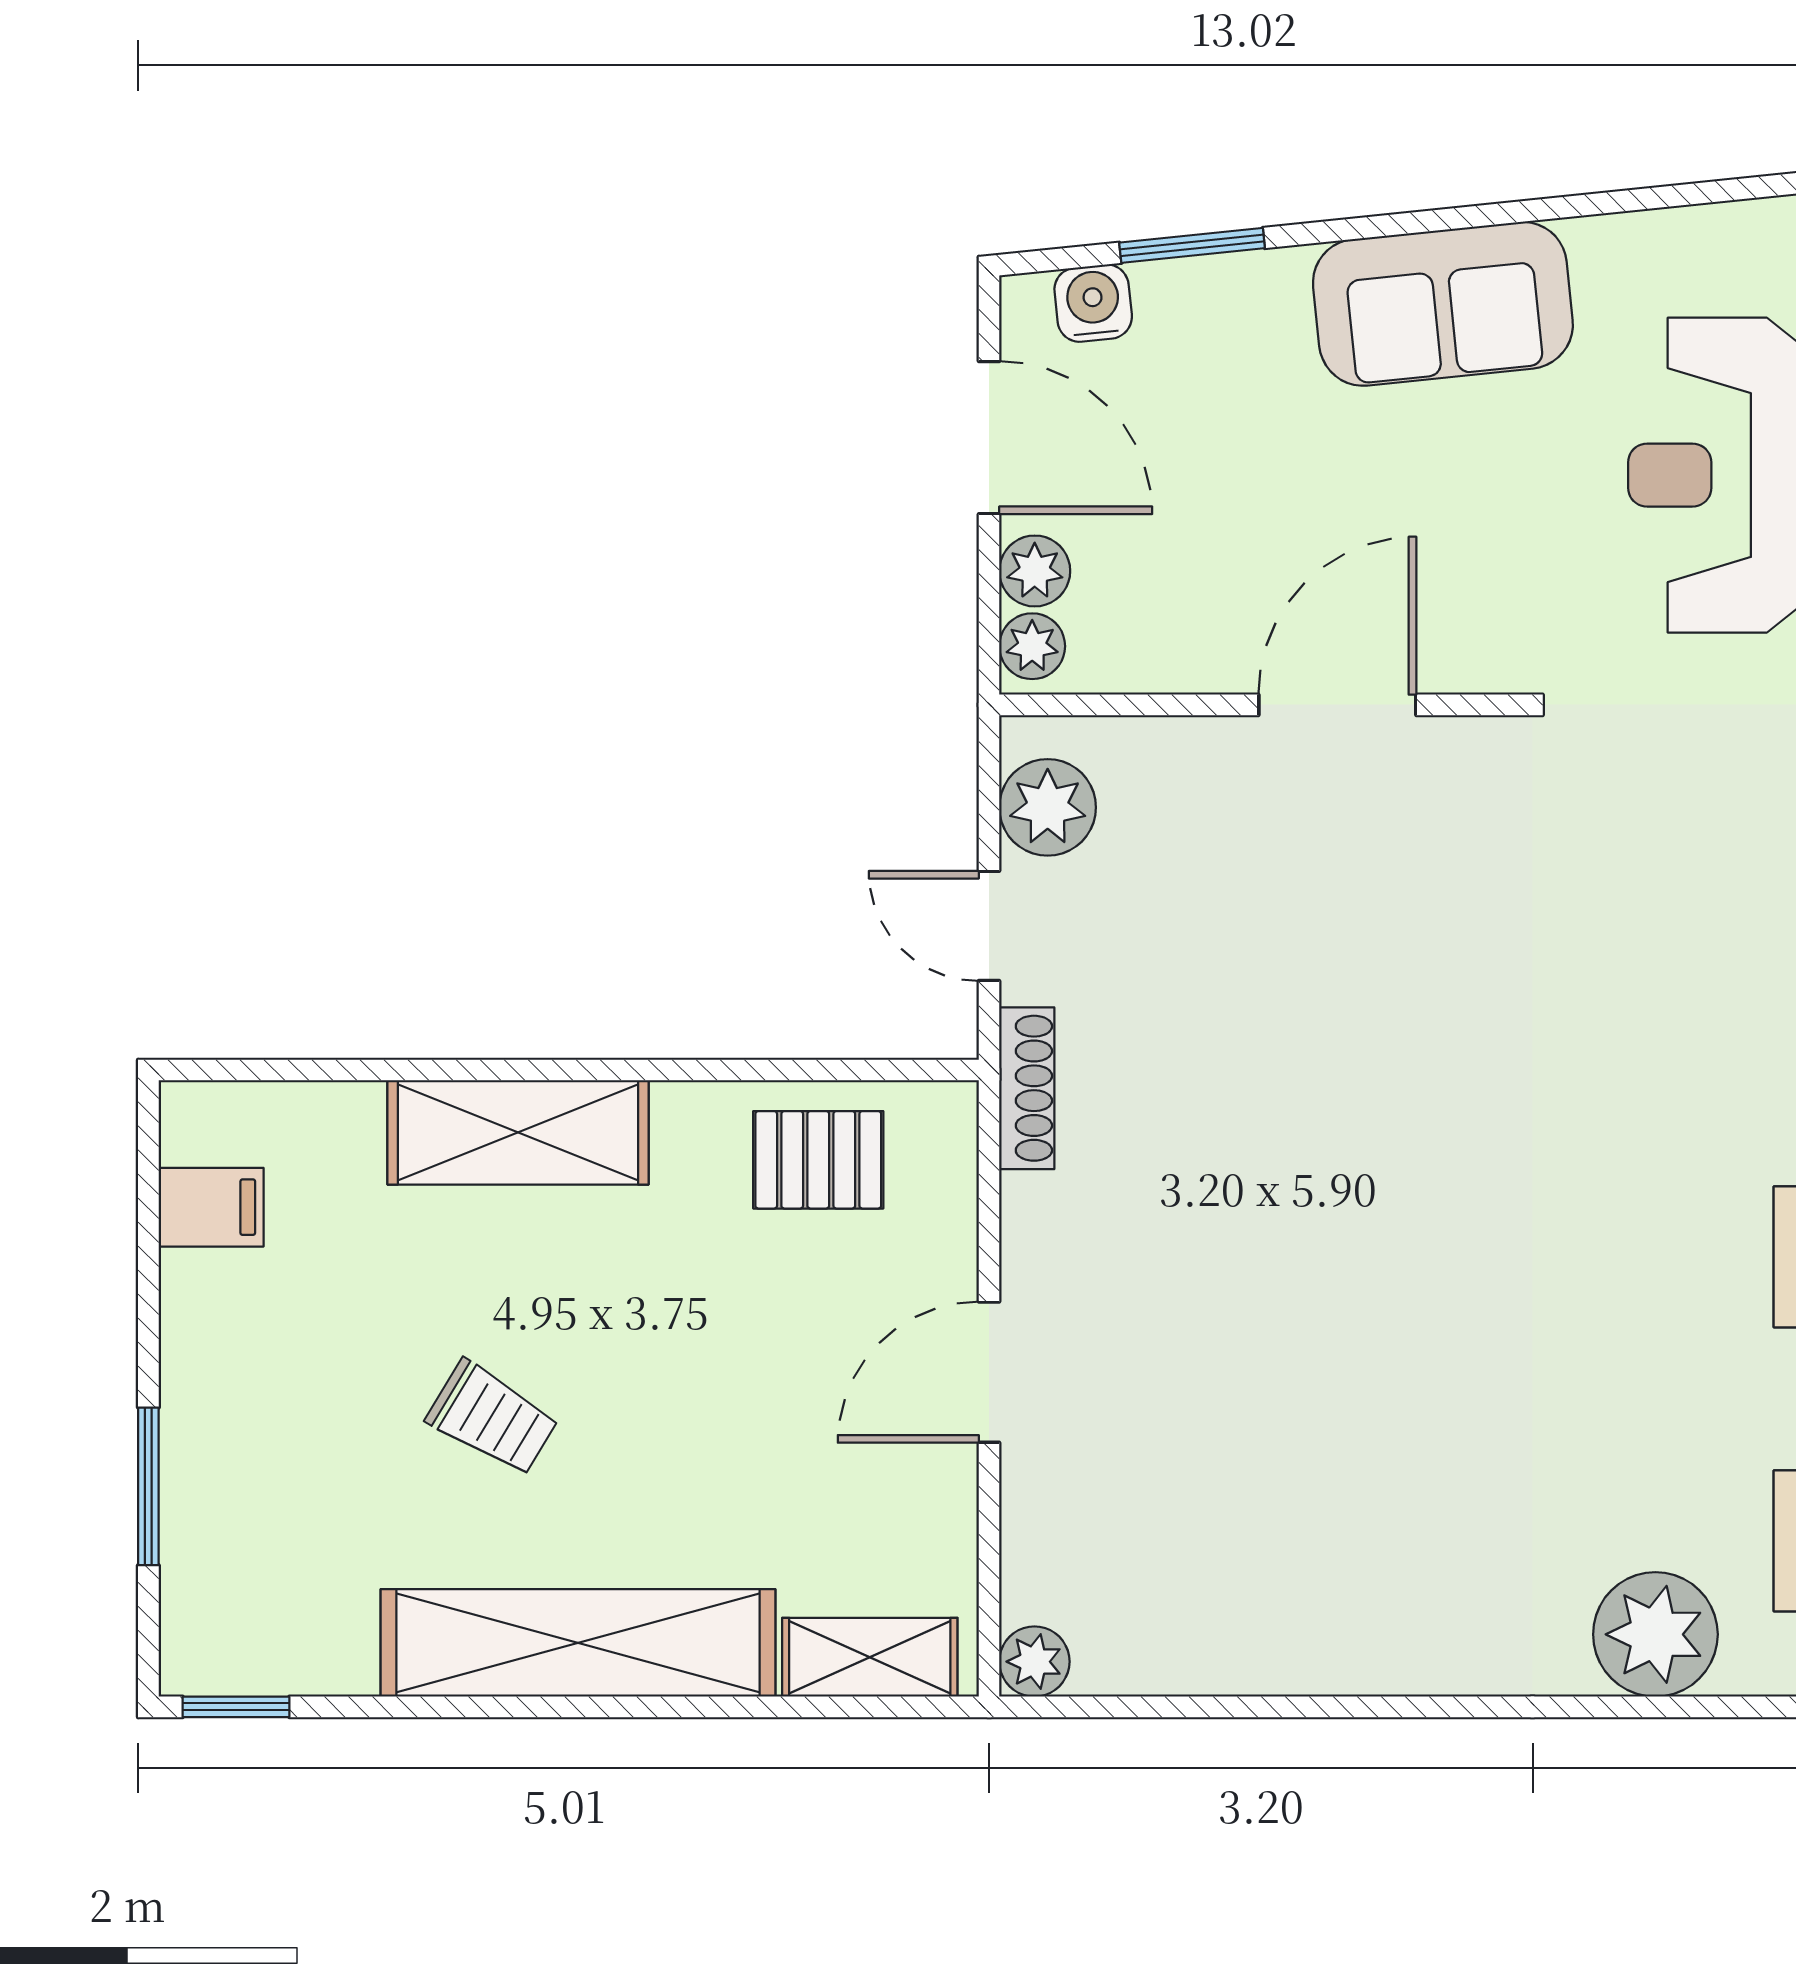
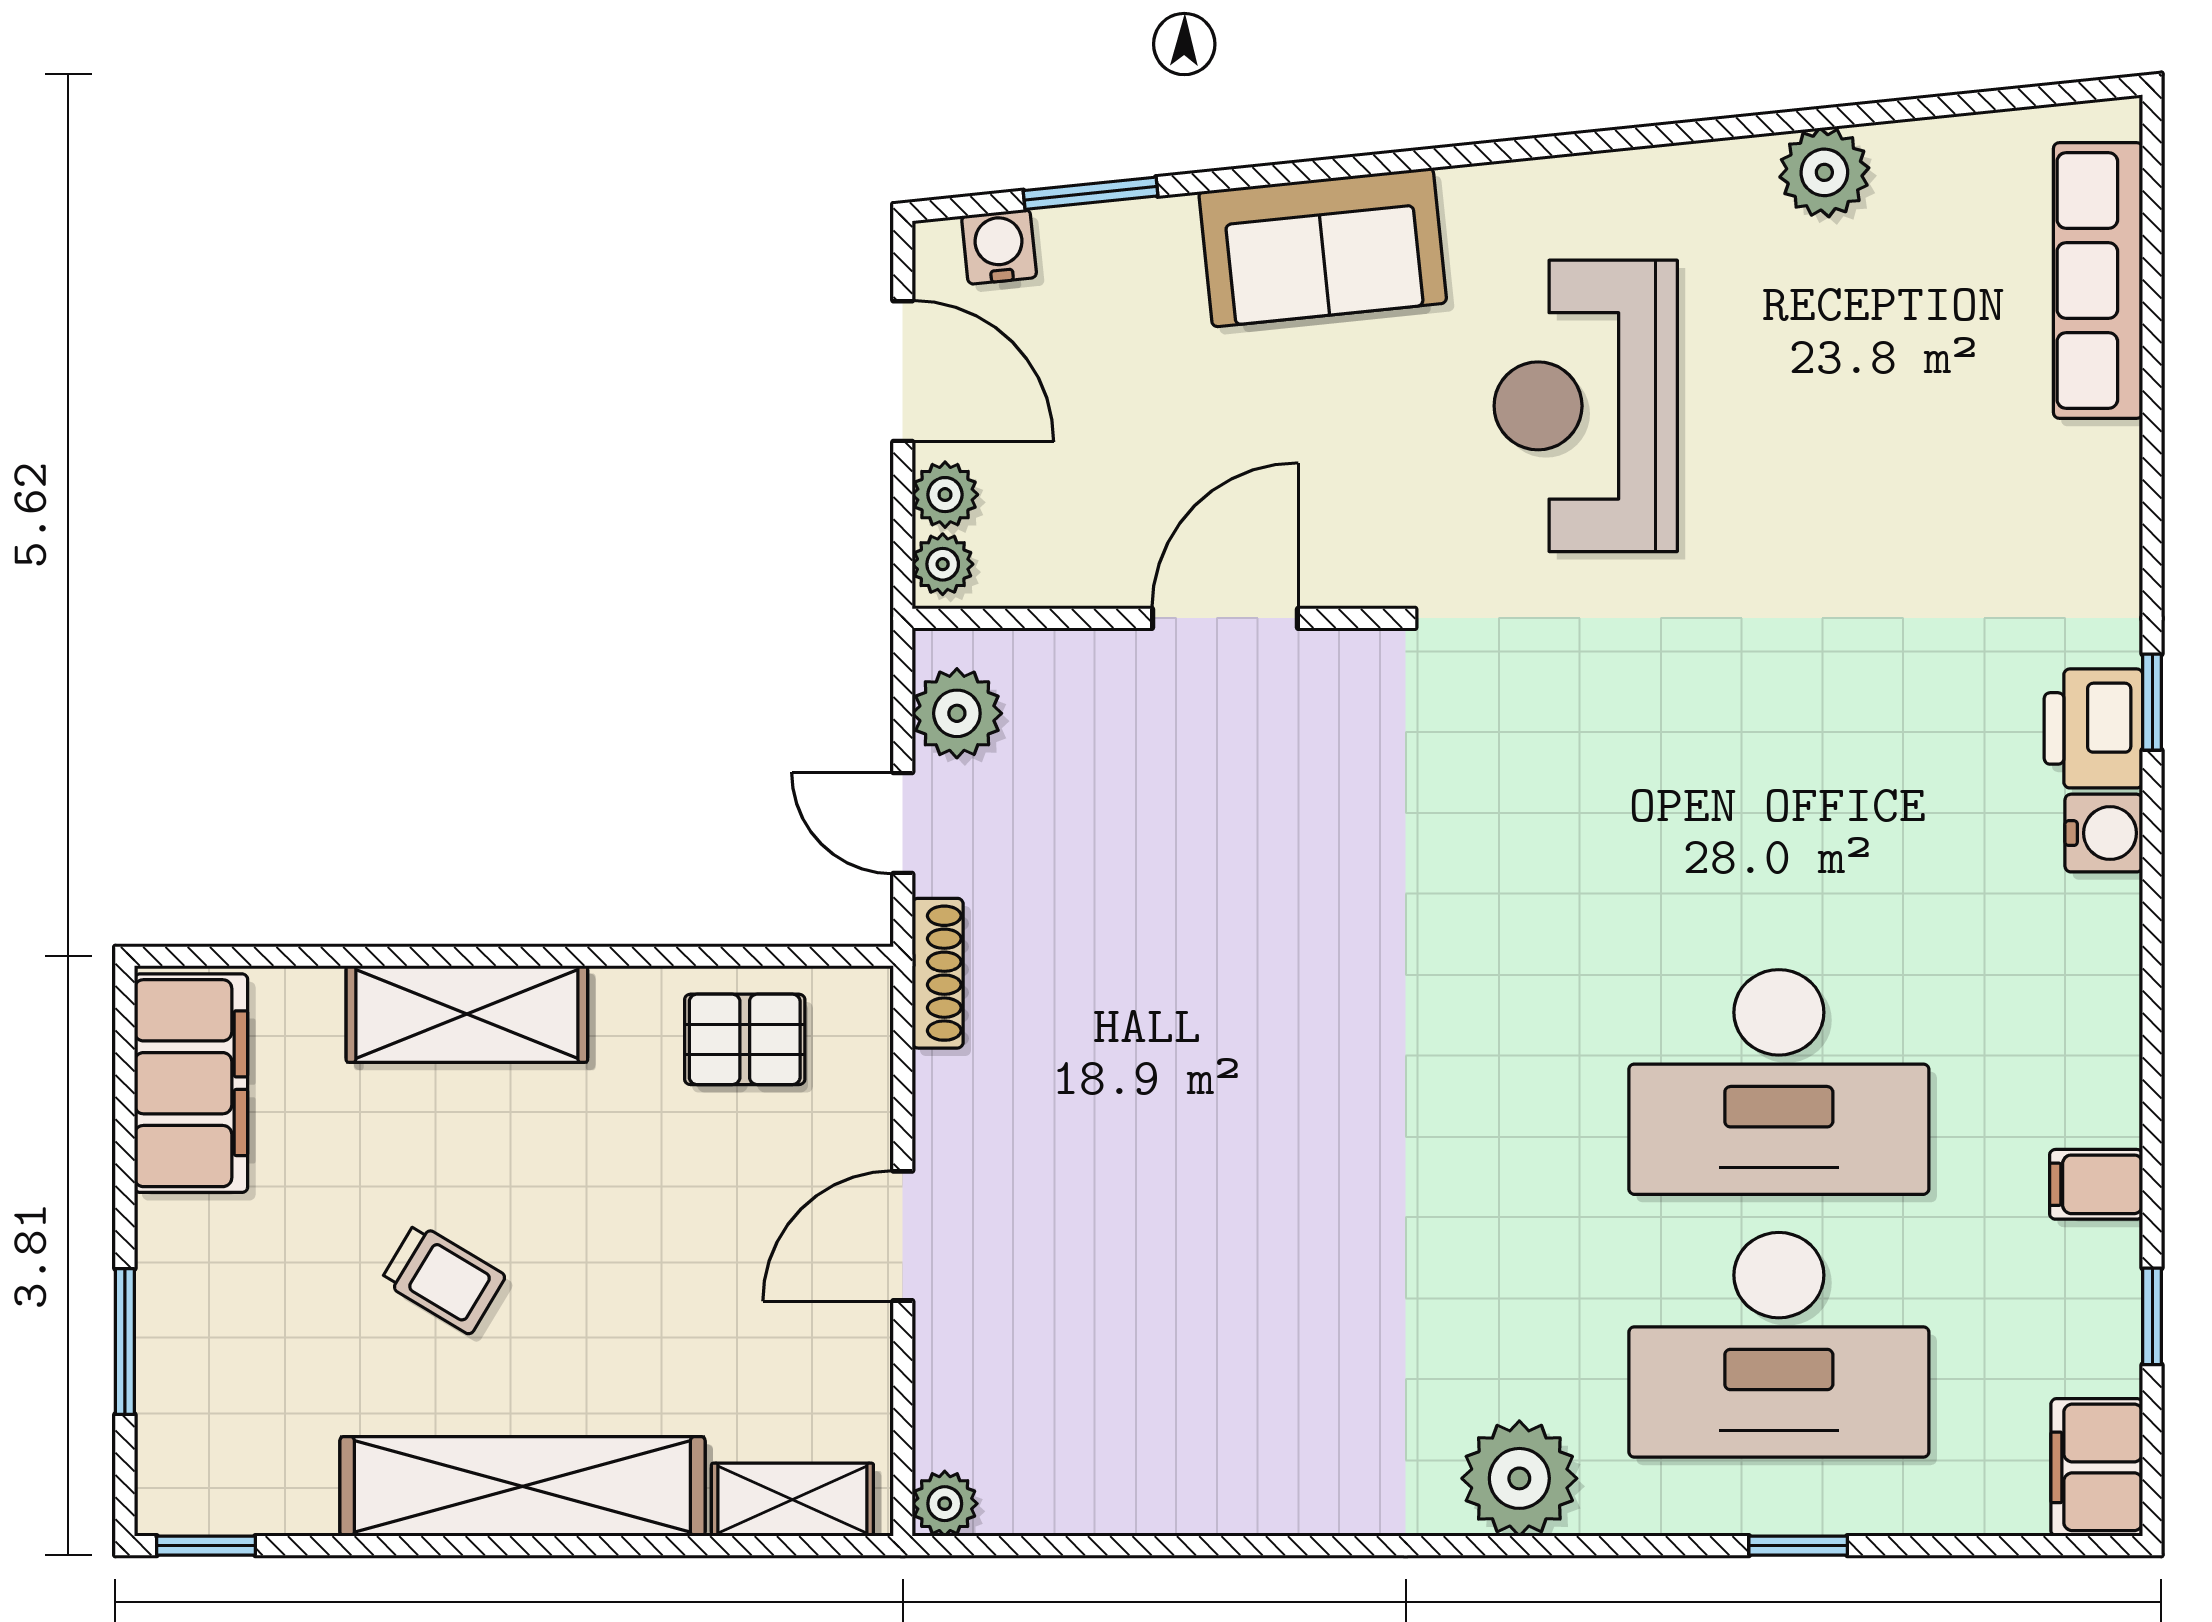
filing cabinet: (211, 1207) -> (191, 1083), width x3.00, depth x1.17

